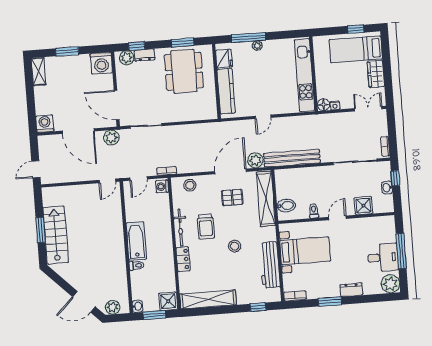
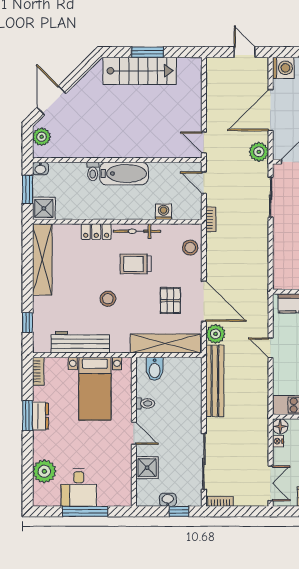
door: (36, 169) -> (245, 52), moved
washing machine: (162, 186) -> (164, 212), moved
plant: (390, 284) -> (44, 471), moved
dresser: (351, 290) -> (40, 416), moved

